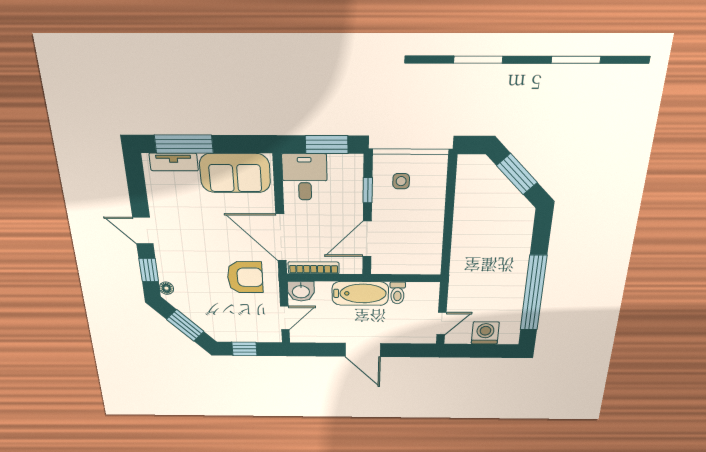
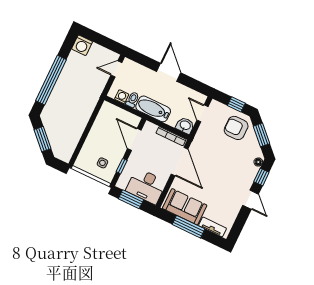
window: (184, 144) -> (188, 227), moved
desk: (305, 177) -> (146, 186), width x1.37
door: (367, 239) -> (134, 139), swing flipped
armchair: (245, 277) -> (236, 128), moved
washing machine: (416, 290) -> (122, 97), added
window: (533, 293) -> (51, 80), moved
door: (285, 318) -> (203, 113), hinge flipped
washing machine: (485, 333) -> (82, 45), moved

